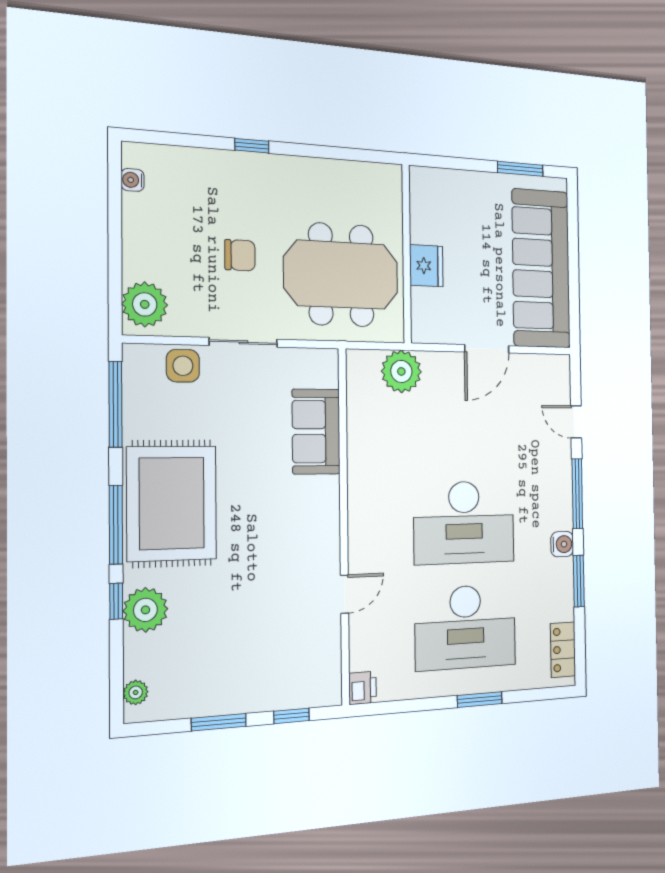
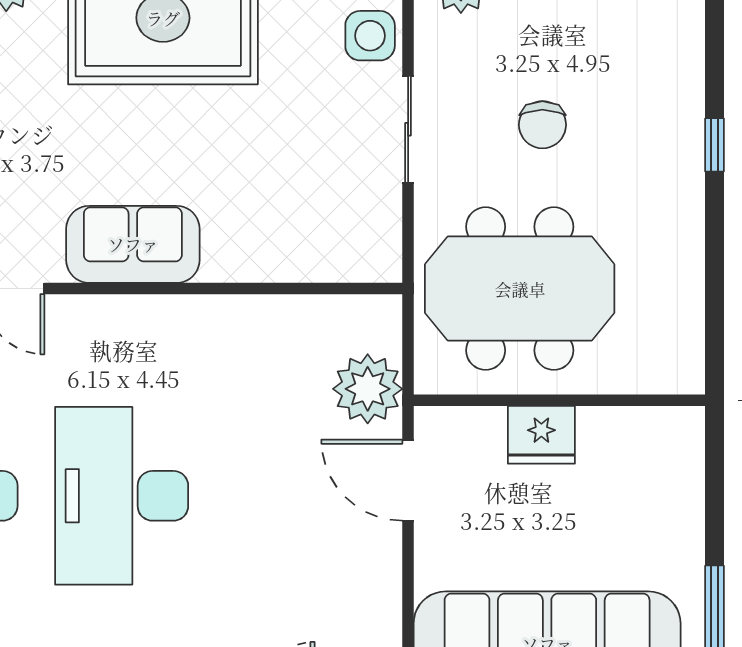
meeting table: (341, 275) -> (520, 289), turned 90
door: (487, 349) -> (408, 480), moved
sofa: (316, 432) -> (133, 244), moved

